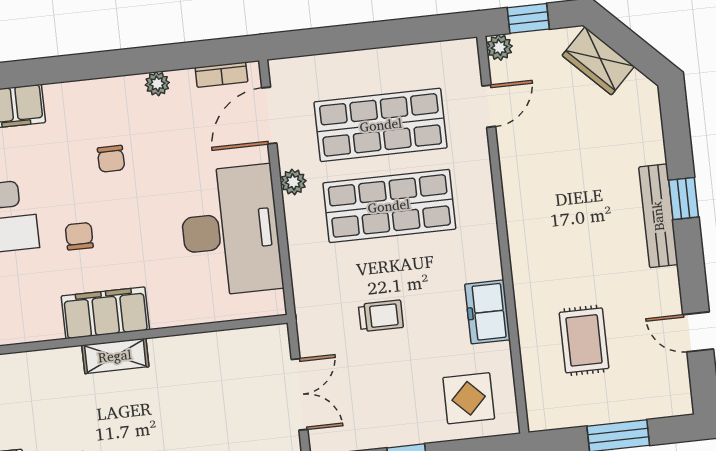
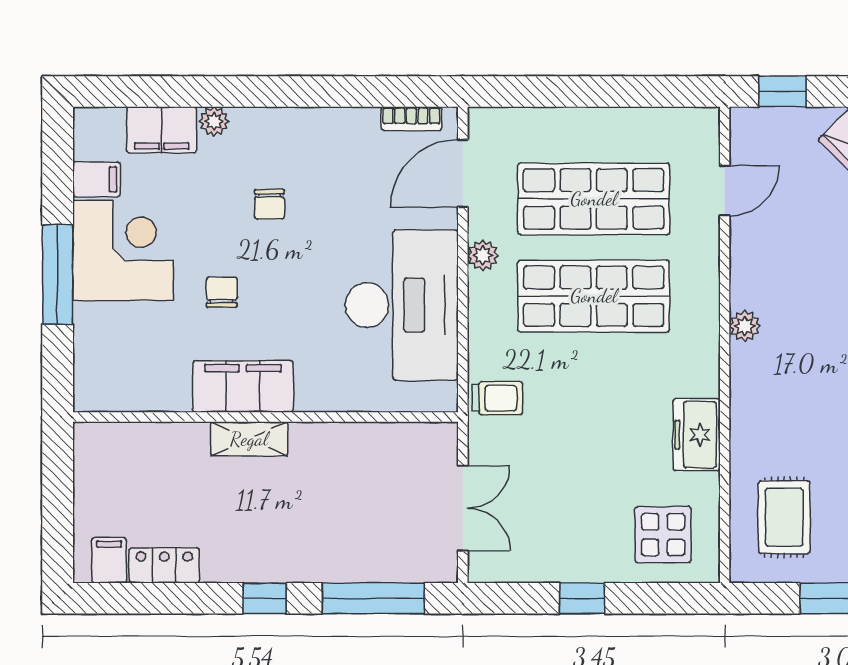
plant: (499, 47) -> (745, 326), moved
plant: (157, 84) -> (214, 121), moved
trolley: (381, 316) -> (497, 398), moved
rug: (584, 340) -> (784, 517), moved

